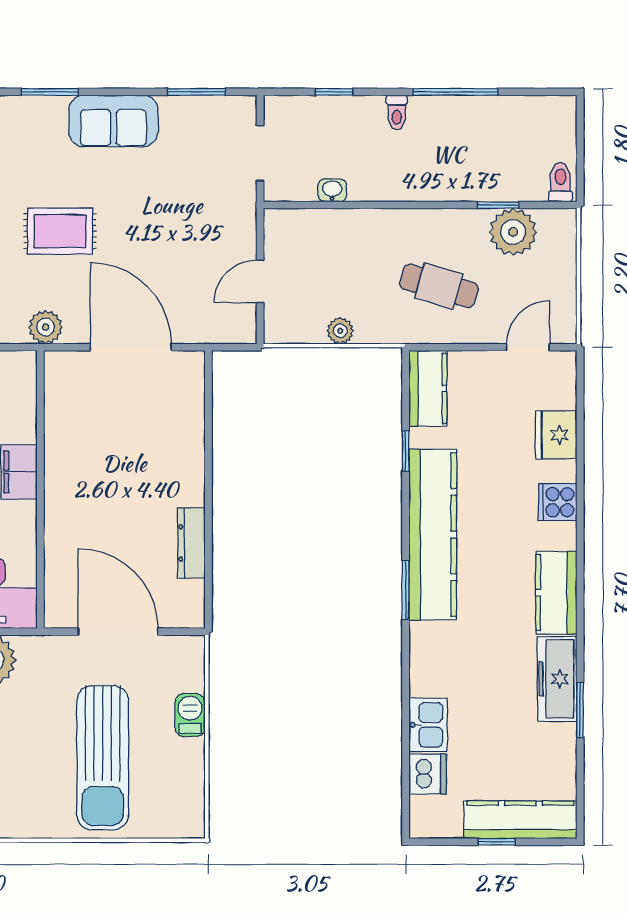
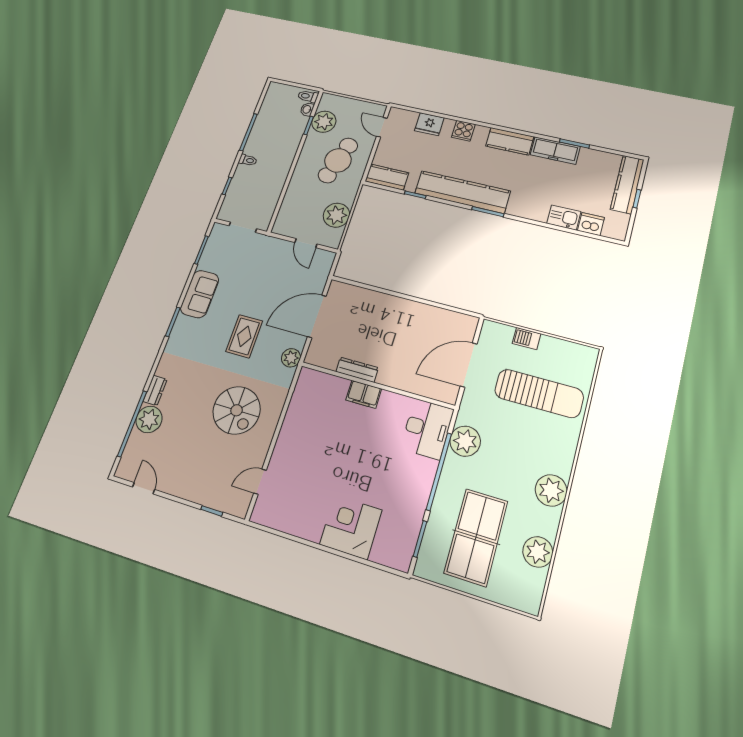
washbasin: (332, 190) -> (307, 109), moved
cafe table: (439, 286) -> (338, 160), width x1.37, depth x1.35
plant: (340, 331) -> (336, 215), width x1.87, depth x1.87
dresser: (191, 543) -> (357, 370), moved, turned 180

